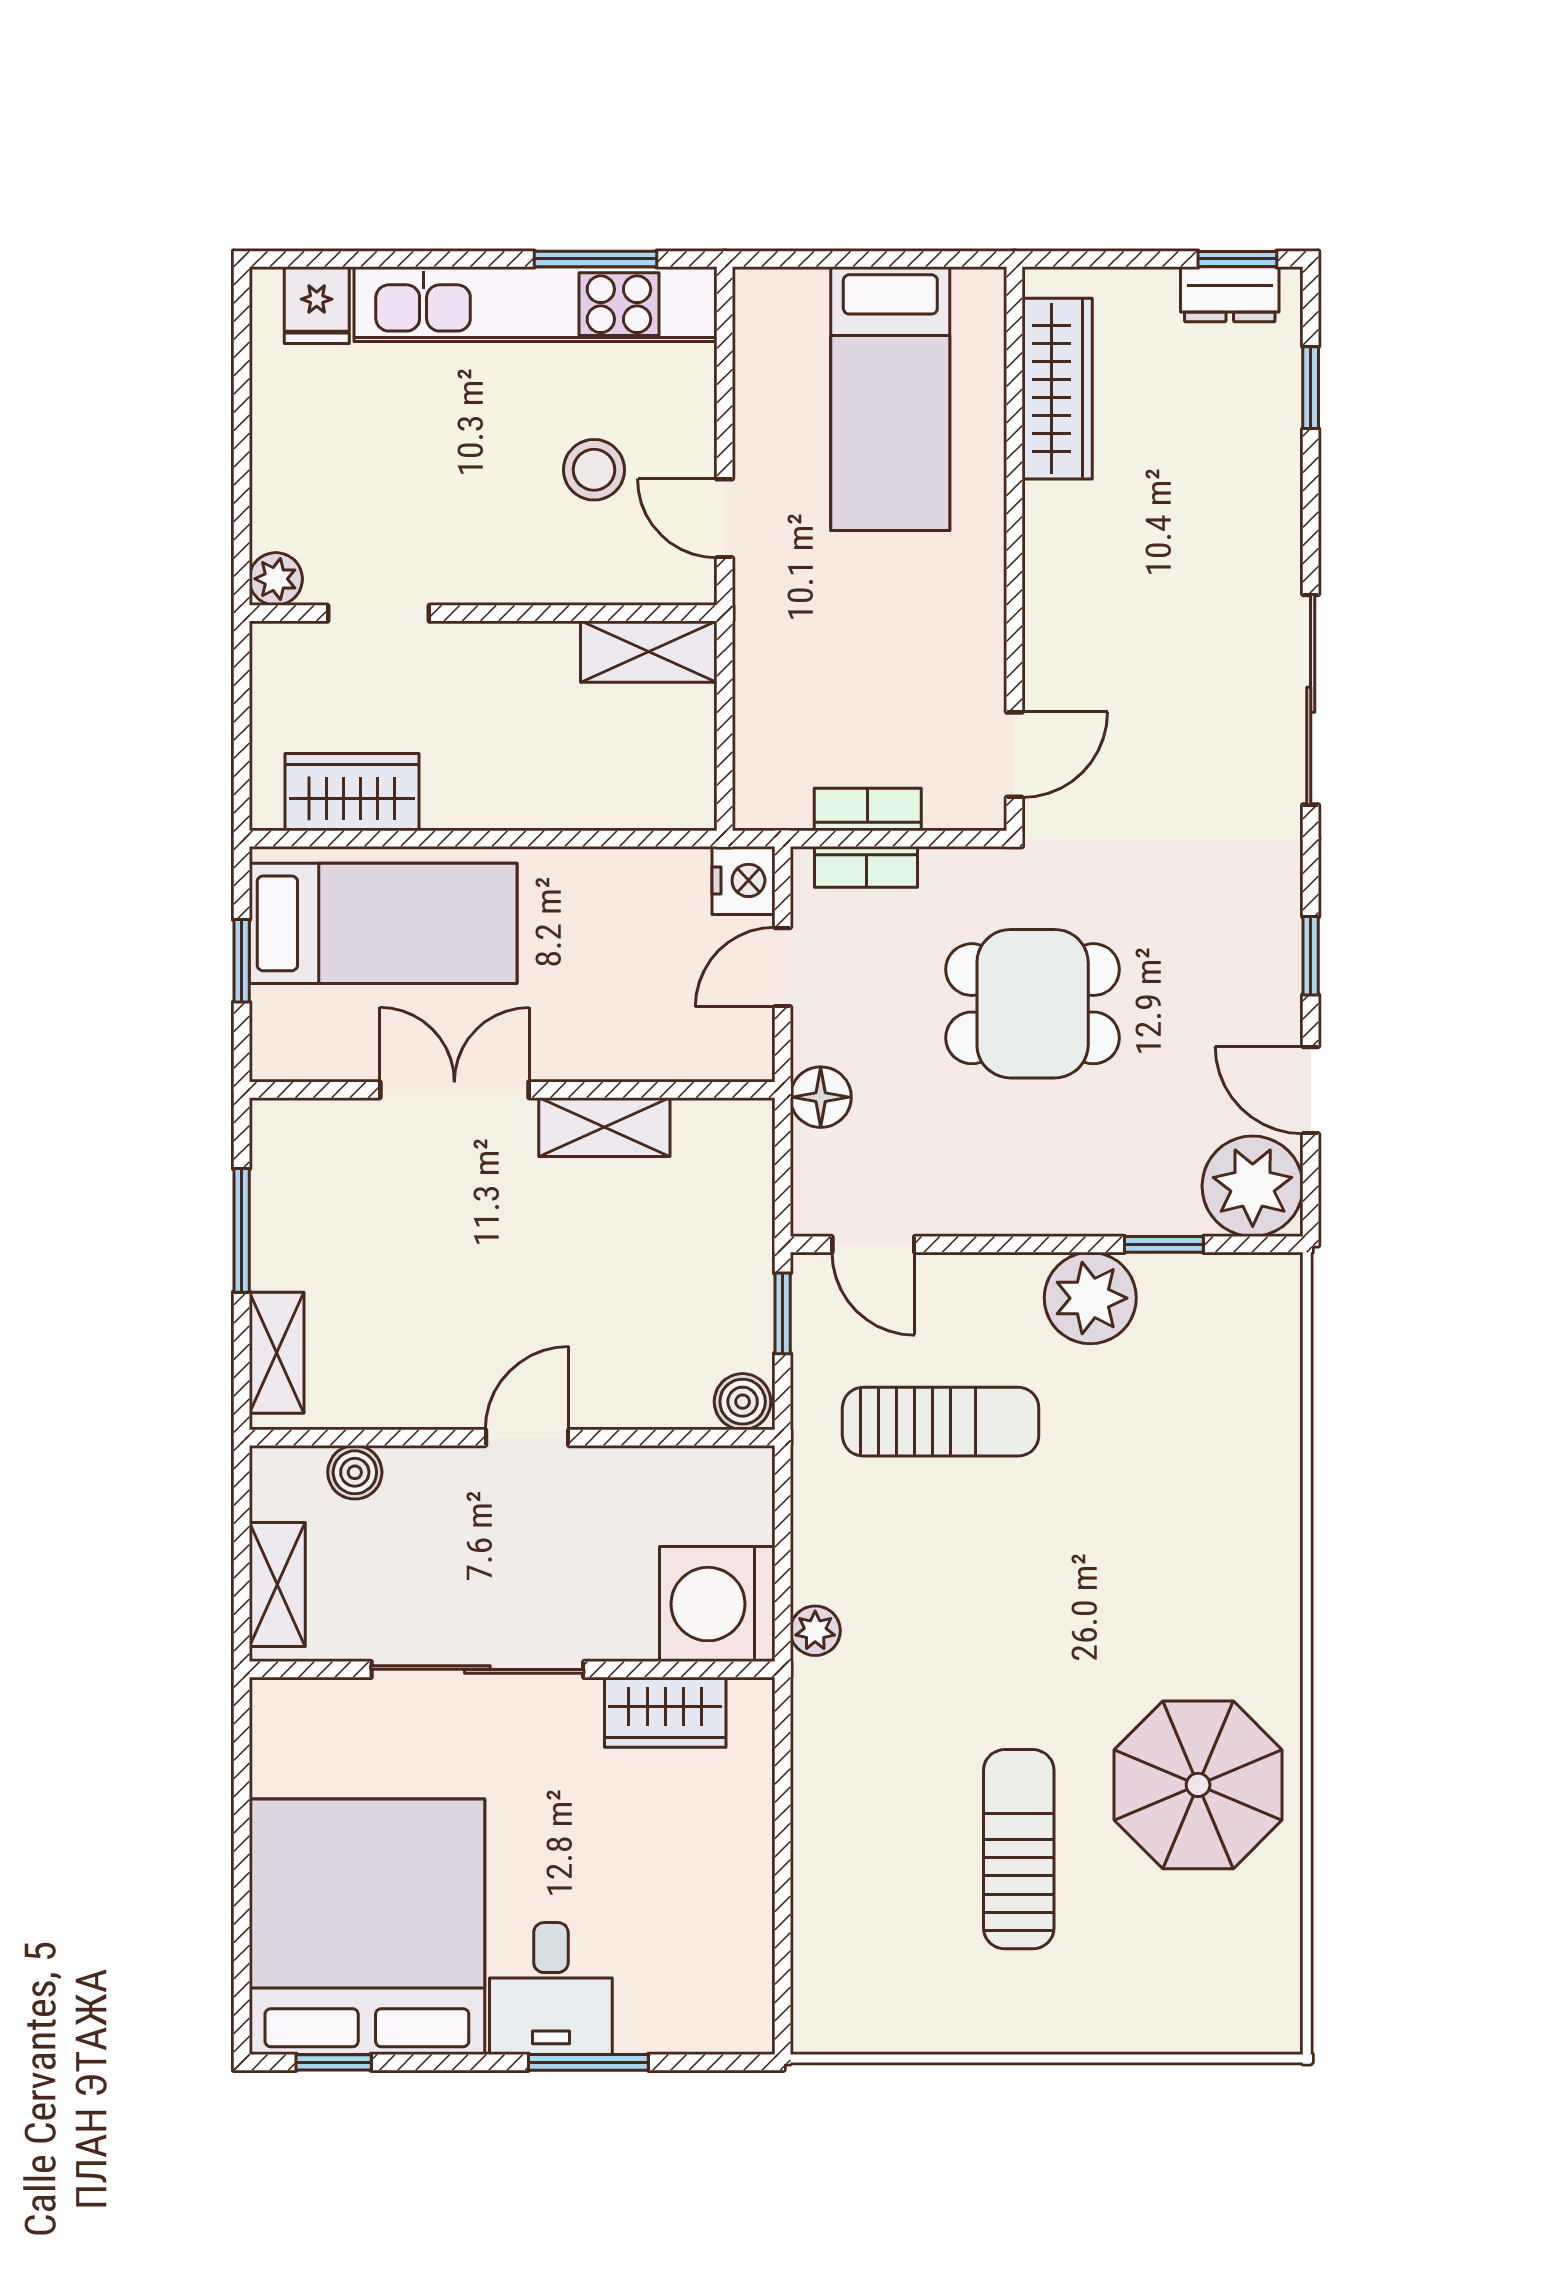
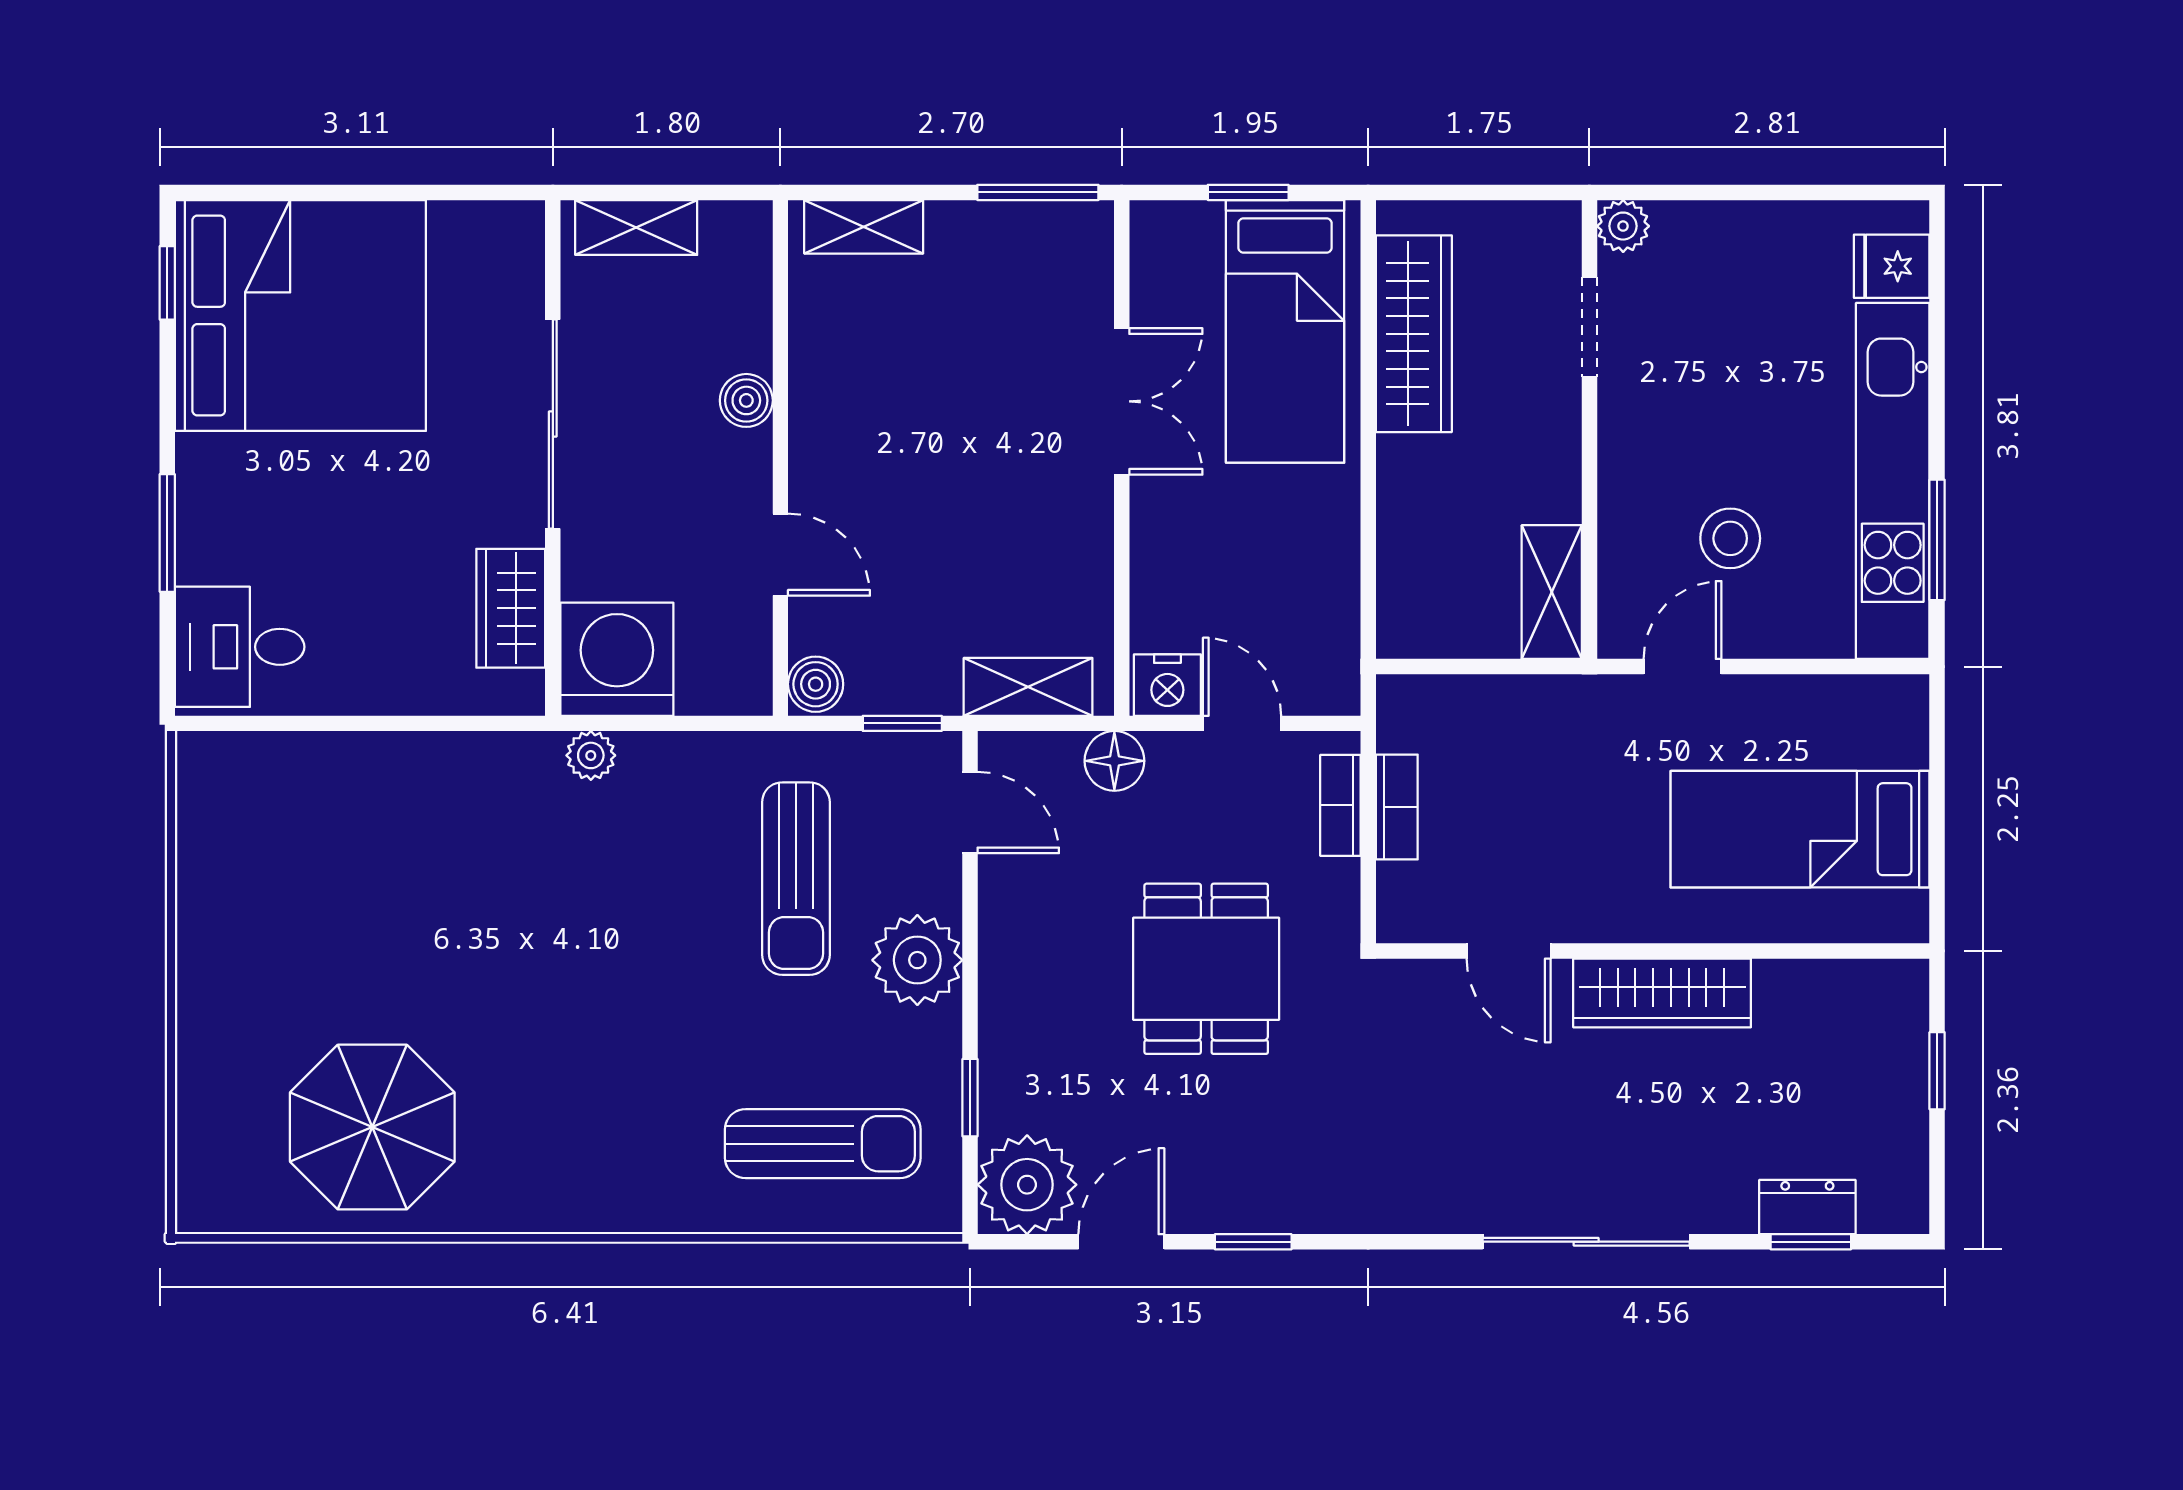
window: (1237, 259) -> (1937, 1071), moved
dresser: (1230, 294) -> (1807, 1207), moved, turned 90
wardrobe: (1057, 389) -> (1662, 993), moved
sliding door: (1311, 700) -> (1586, 1242), moved
door: (1014, 755) -> (1509, 951), moved
wardrobe: (352, 792) -> (1414, 334), width x1.50
nightstand: (743, 880) -> (1167, 685), moved
shelving: (604, 1127) -> (1028, 687), moved, turned 90
window: (242, 1230) -> (1038, 192), moved
door: (873, 1244) -> (970, 813), swing flipped
plant: (1090, 1298) -> (917, 960), moved
door: (527, 1438) -> (780, 555), moved
boiler: (355, 1472) -> (746, 400), moved
parasol: (1198, 1785) -> (372, 1127), moved
sun lounger: (1019, 1849) -> (823, 1144), moved
desk: (551, 1989) -> (240, 647), moved

